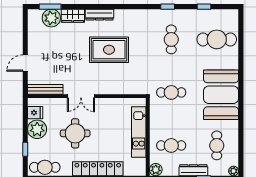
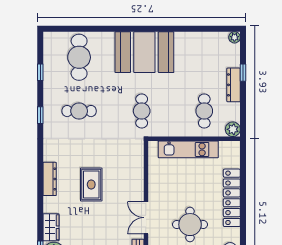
dresser: (100, 15) -> (50, 179), moved
rug: (109, 50) -> (91, 184), width x0.73, depth x0.70
double door: (81, 96) -> (146, 218), swing flipped
cafe table: (217, 145) -> (204, 57), removed

